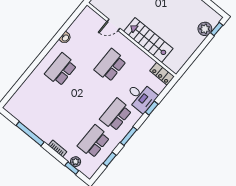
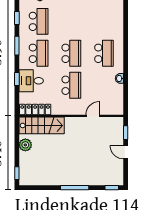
plant: (205, 29) -> (25, 145), moved
stairs: (148, 40) -> (42, 125), moved
locker: (162, 74) -> (35, 109), width x1.53
school desk: (88, 92) -> (71, 53), added

